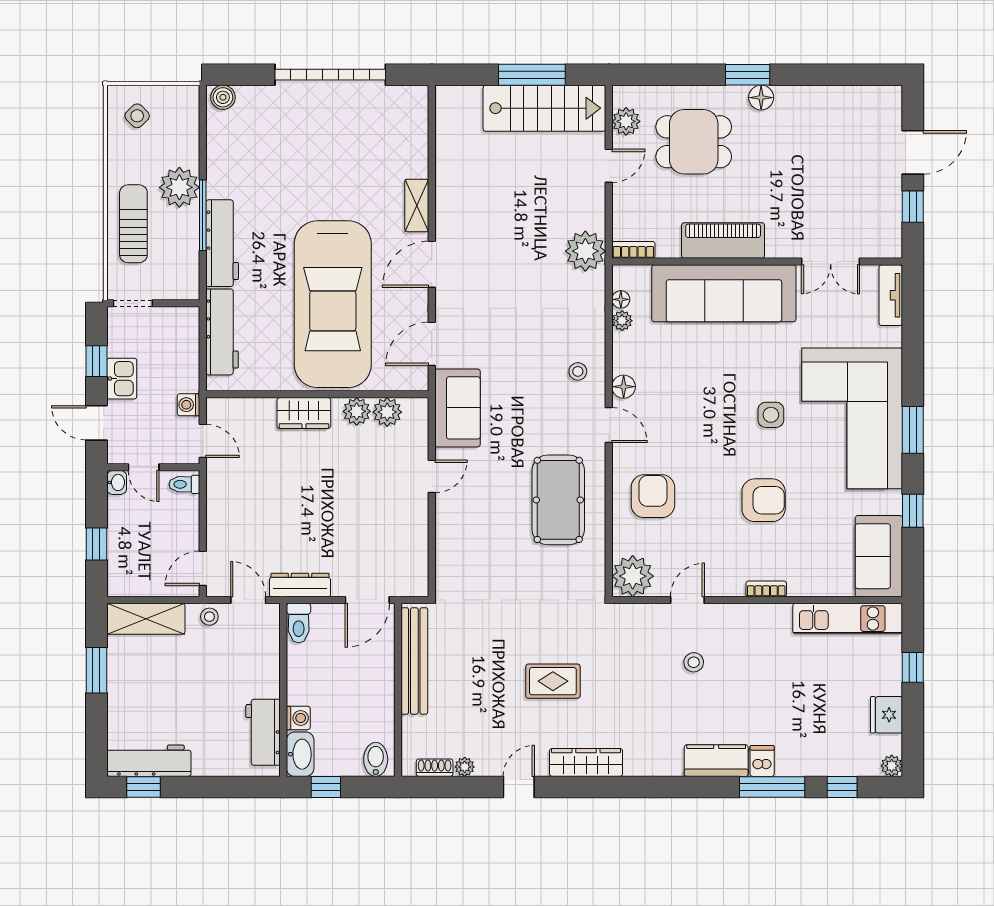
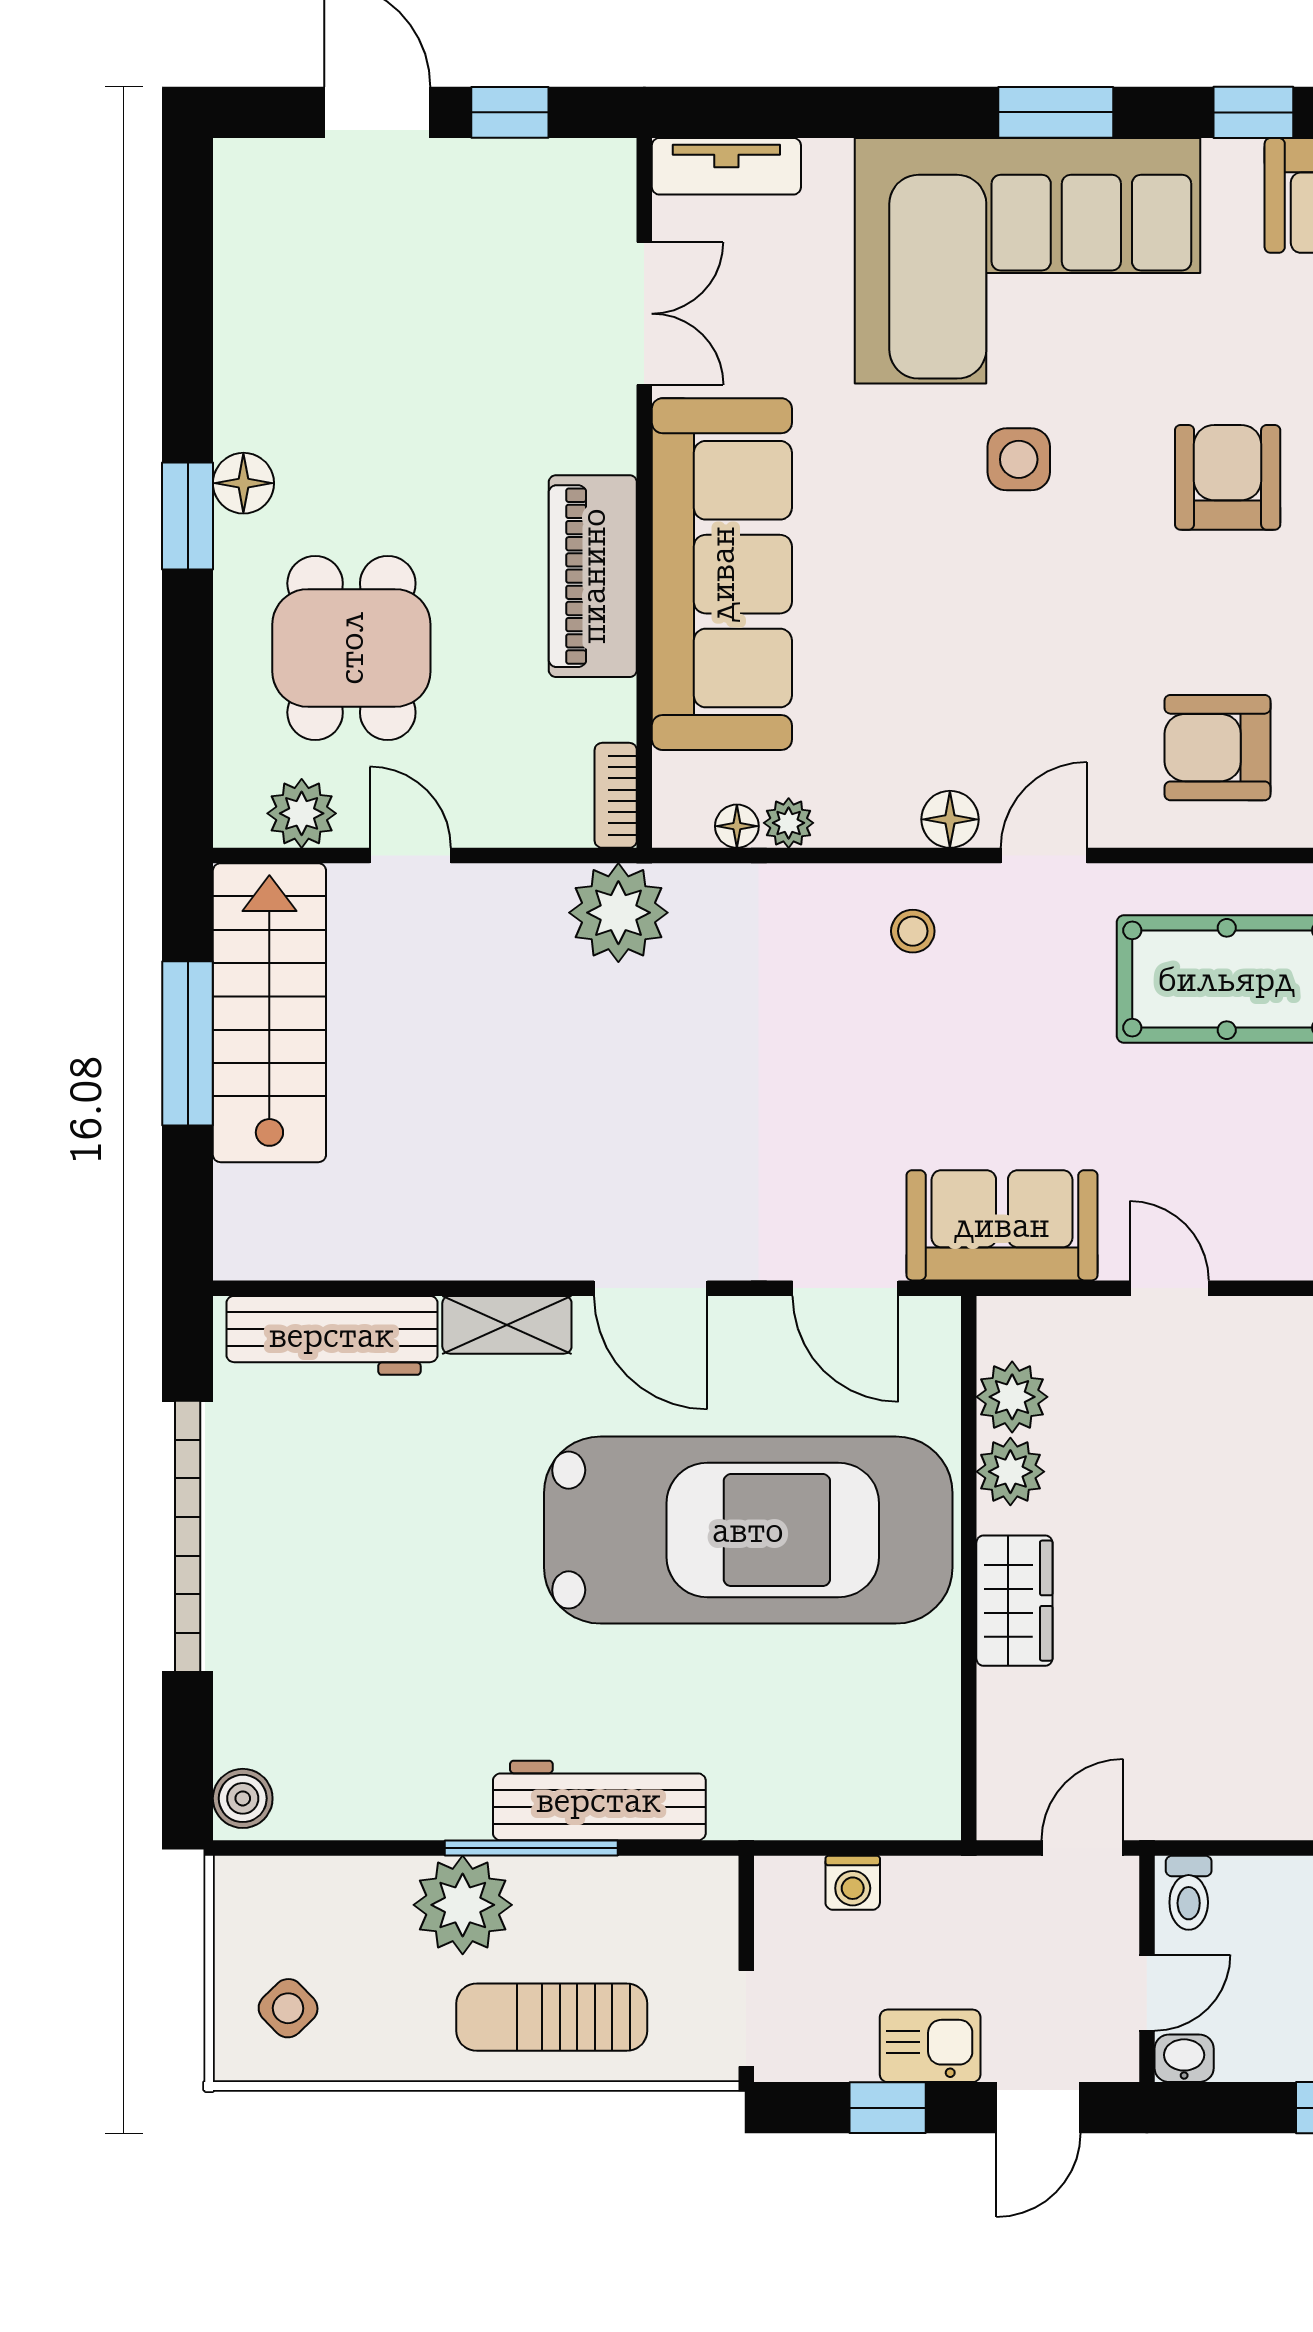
workbench: (222, 332) -> (332, 1335), moved, turned 180
washing machine: (188, 405) -> (853, 1883), moved

